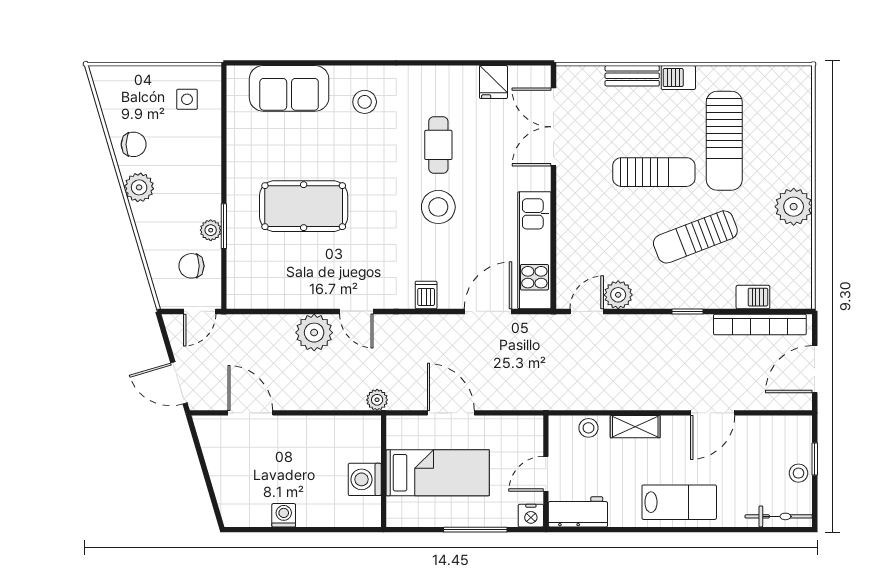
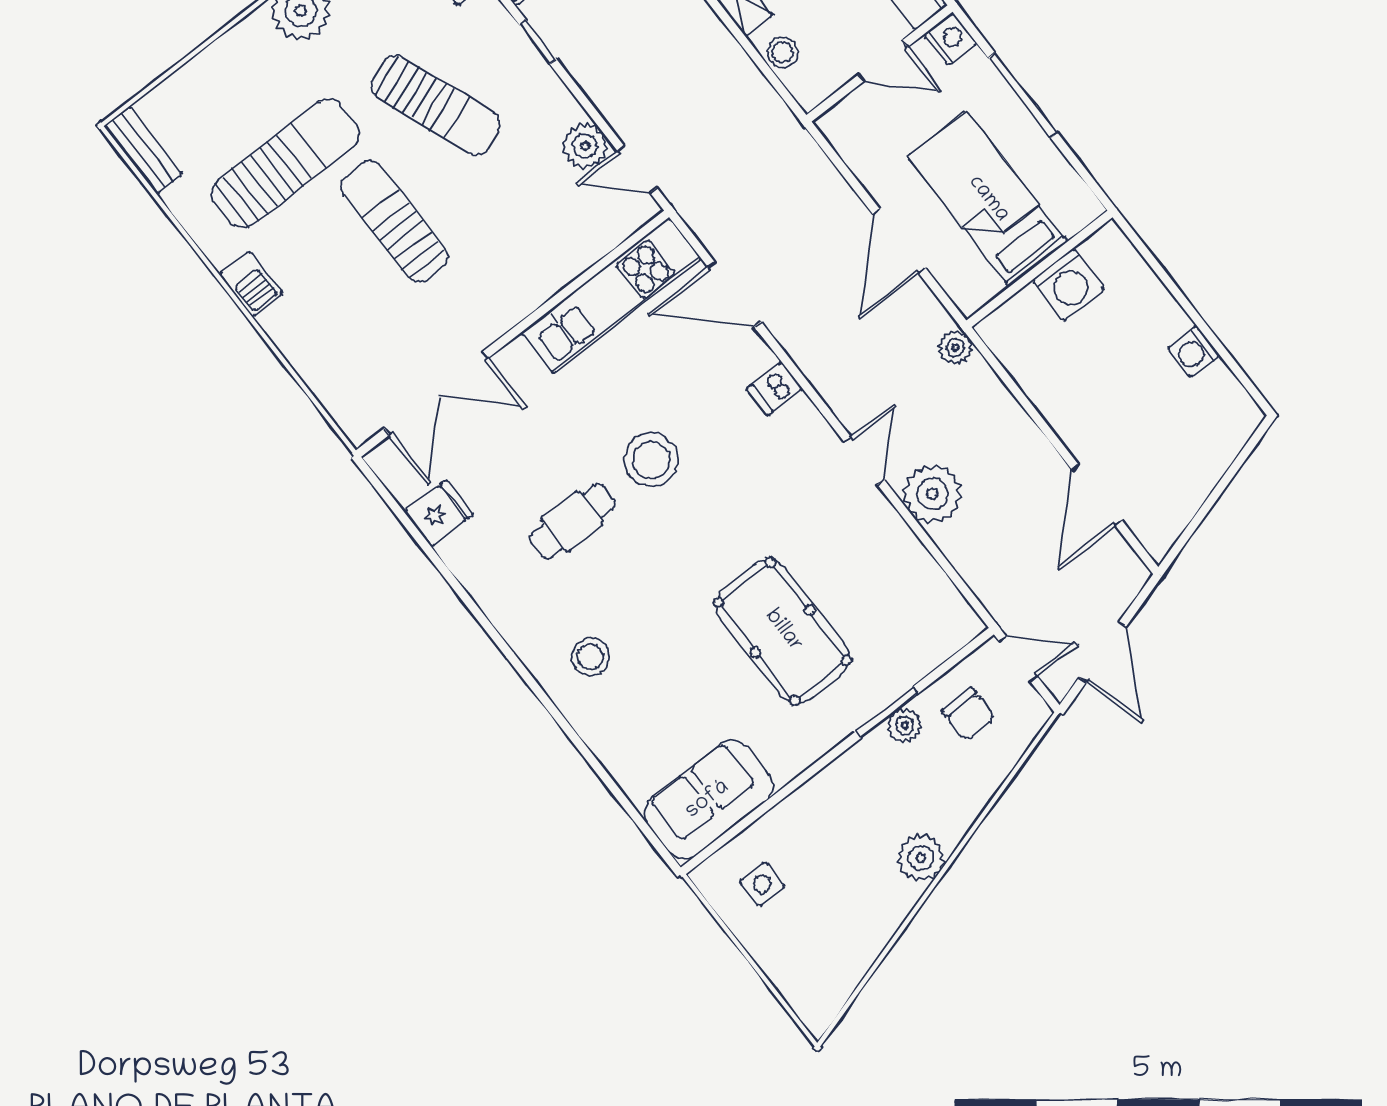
bench: (632, 76) -> (143, 150), moved
sofa: (289, 88) -> (708, 800), moved, turned -90
chair: (134, 144) -> (872, 907), removed
door: (179, 383) -> (1102, 652), moved

